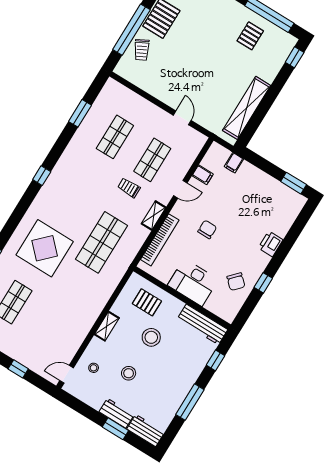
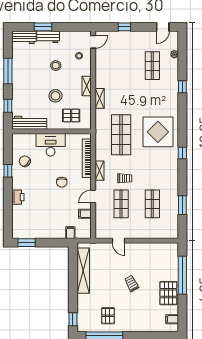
trolley: (142, 50) -> (132, 284), moved
display table: (45, 248) -> (158, 132), moved
shelving: (100, 302) -> (100, 98), added

